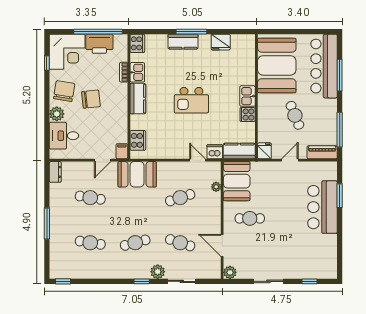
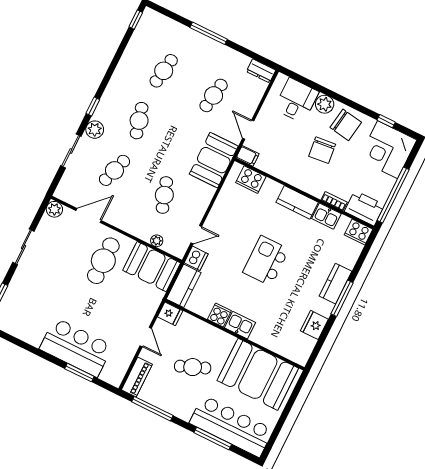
printer: (99, 44) -> (364, 208), moved, turned 90
cafe table: (250, 218) -> (103, 261), width x1.37, depth x1.35

